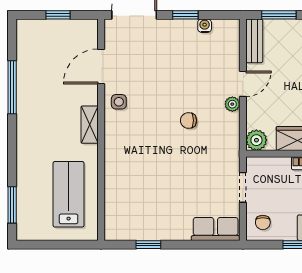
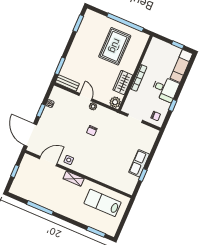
door: (101, 66) -> (48, 161), swing flipped
row of seats: (216, 229) -> (139, 163), moved

